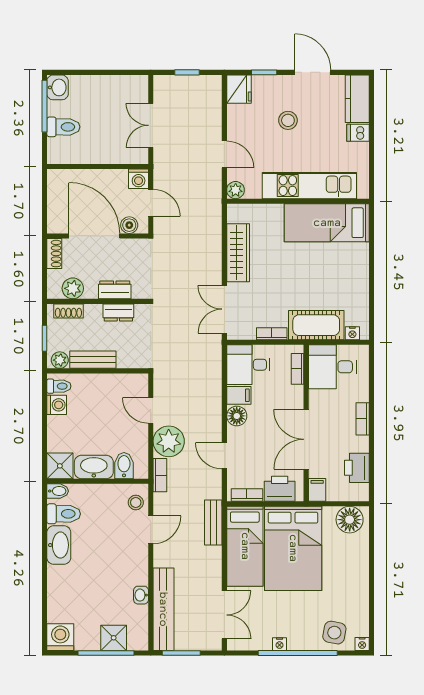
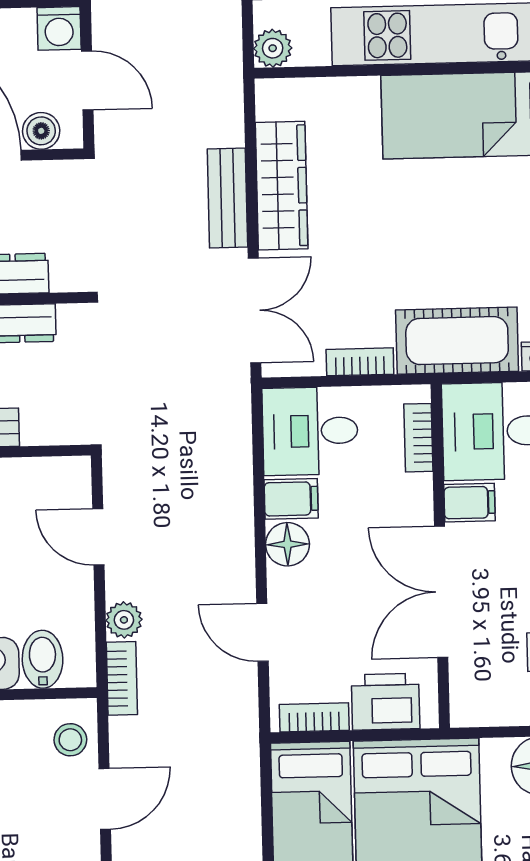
double door: (224, 309) -> (255, 310), swing flipped
plant: (169, 441) -> (124, 620), width x0.53, depth x0.53
filing cabinet: (317, 490) -> (469, 503), moved, turned 90
bench: (213, 522) -> (227, 198), moved

